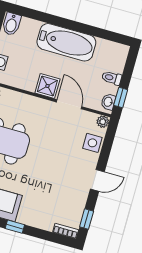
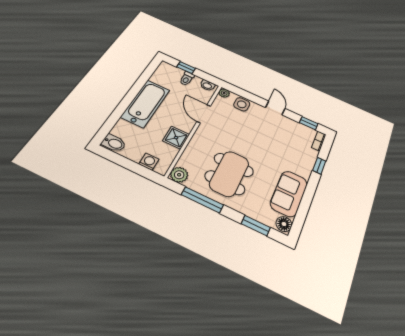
shower: (47, 86) -> (176, 138), moved
window: (121, 97) -> (186, 68), moved
door: (69, 104) -> (204, 114), hinge flipped
window: (15, 227) -> (319, 166), moved

